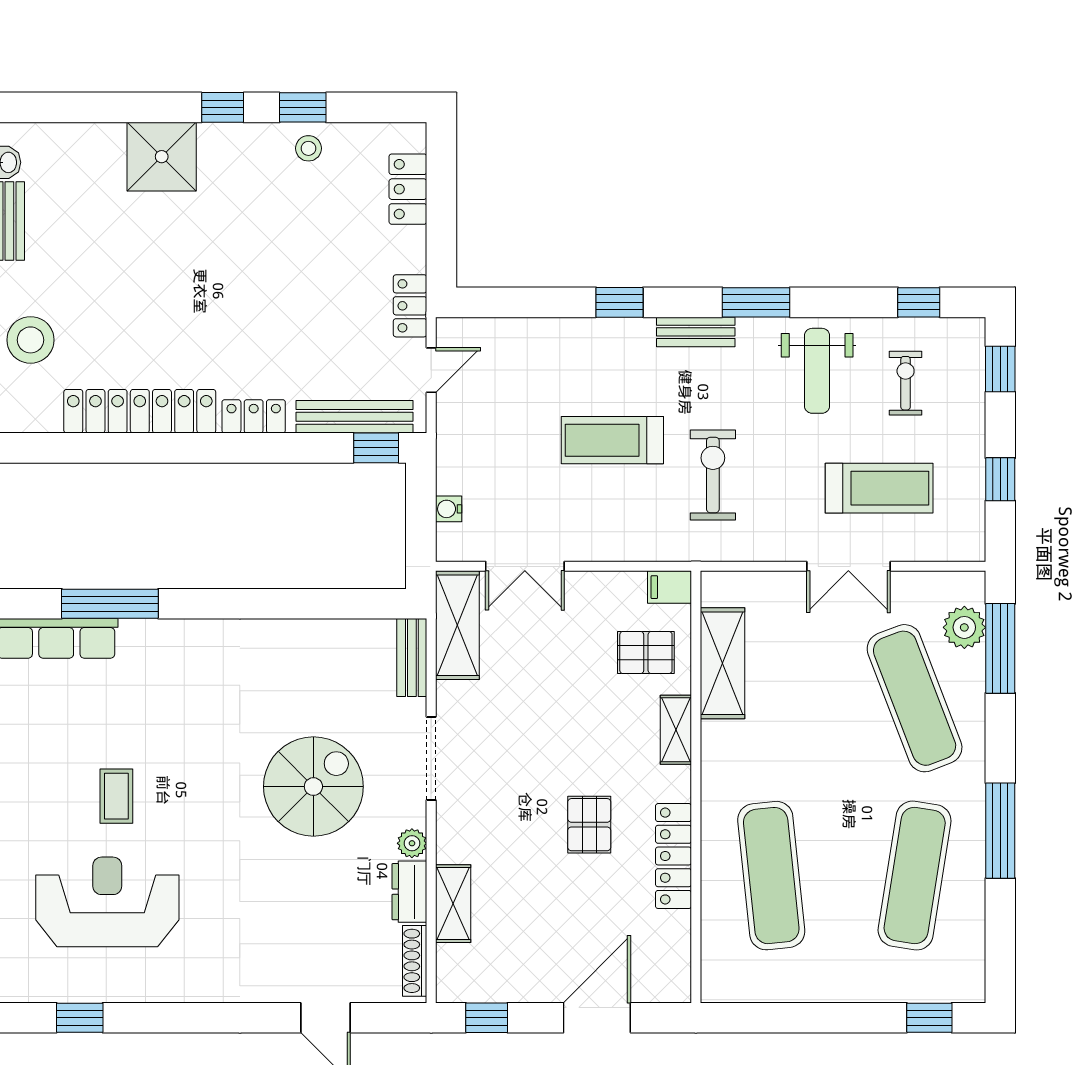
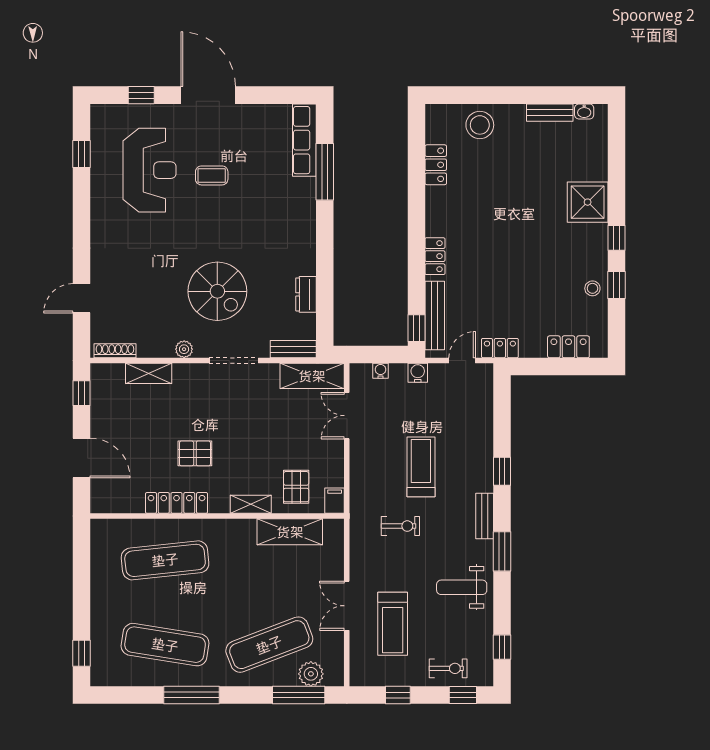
door: (431, 370) -> (462, 360), swing flipped
exercise bike: (906, 383) -> (448, 668), moved
locker: (140, 411) -> (436, 165), width x0.46, depth x0.83
water cooler: (452, 446) -> (418, 373), added
exercise bike: (713, 475) -> (400, 526), width x0.73, depth x0.72
dresser: (409, 892) -> (306, 294), moved, turned -90

